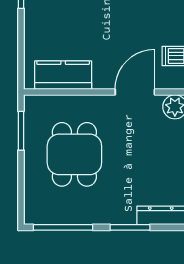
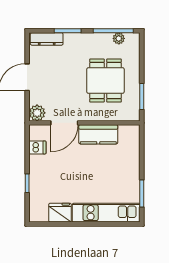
kitchen counter: (63, 75) -> (98, 134), moved
plant: (55, 216) -> (119, 38), added

